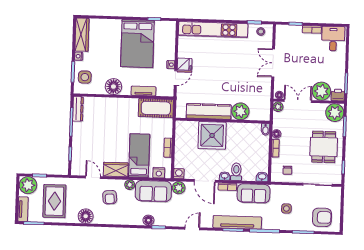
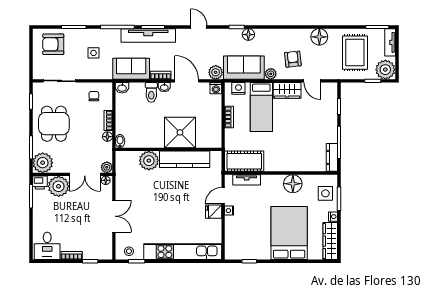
bed: (137, 44) -> (289, 233), moved
tv unit: (143, 91) -> (247, 180), moved
door: (192, 228) -> (199, 27), swing flipped

